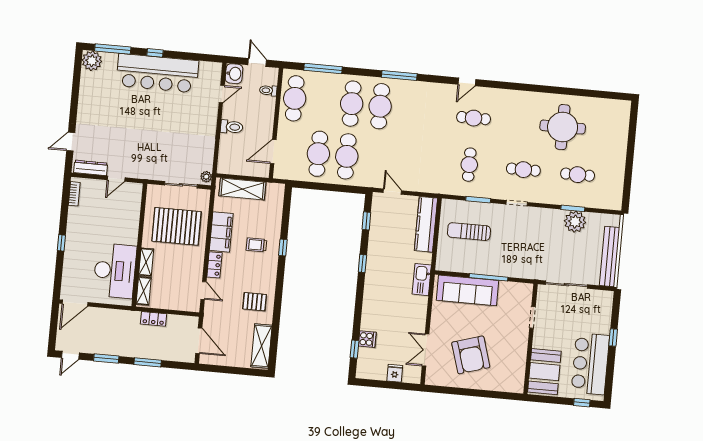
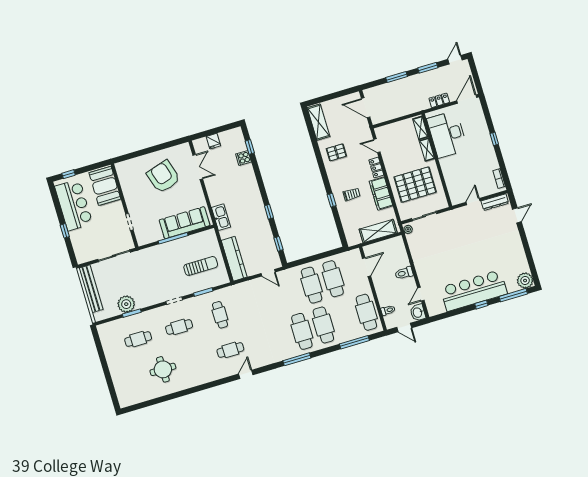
round table: (563, 127) -> (163, 369), width x0.73, depth x0.73
locker: (154, 319) -> (439, 100), moved

